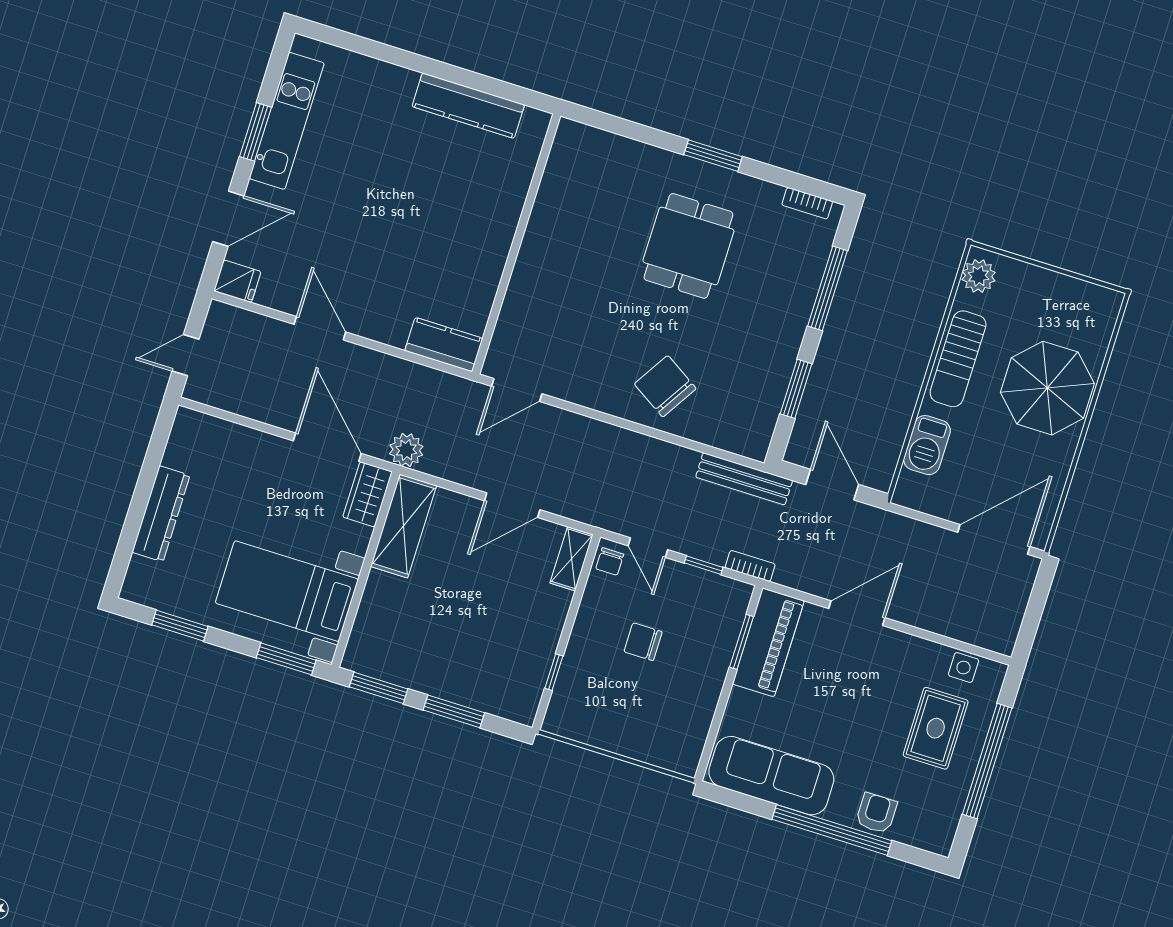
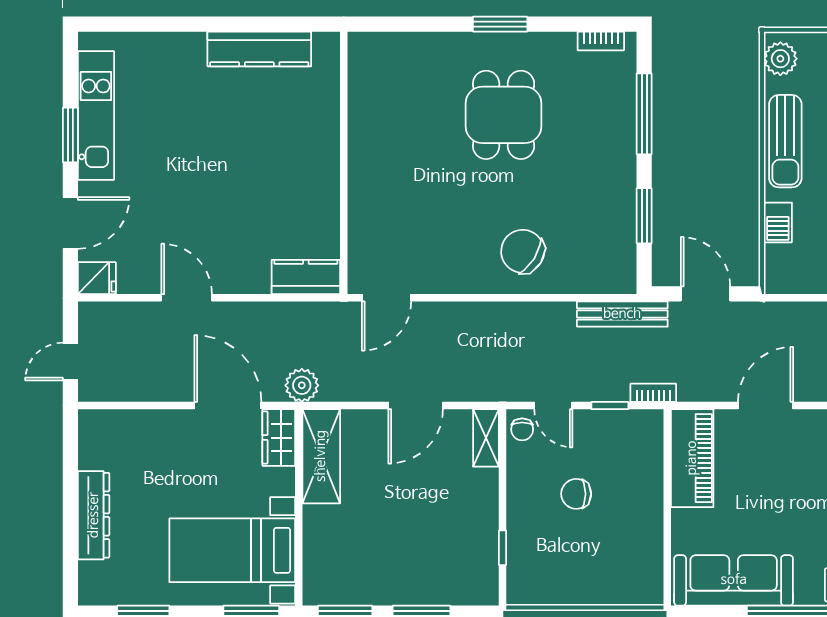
barbecue: (927, 445) -> (778, 222), width x0.73, depth x0.79
window: (742, 642) -> (667, 466), removed

